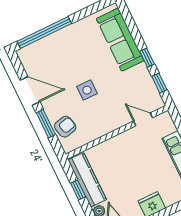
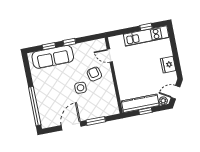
window: (159, 83) -> (49, 46), moved
door: (143, 119) -> (110, 56), hinge flipped
armchair: (65, 127) -> (94, 74), moved

